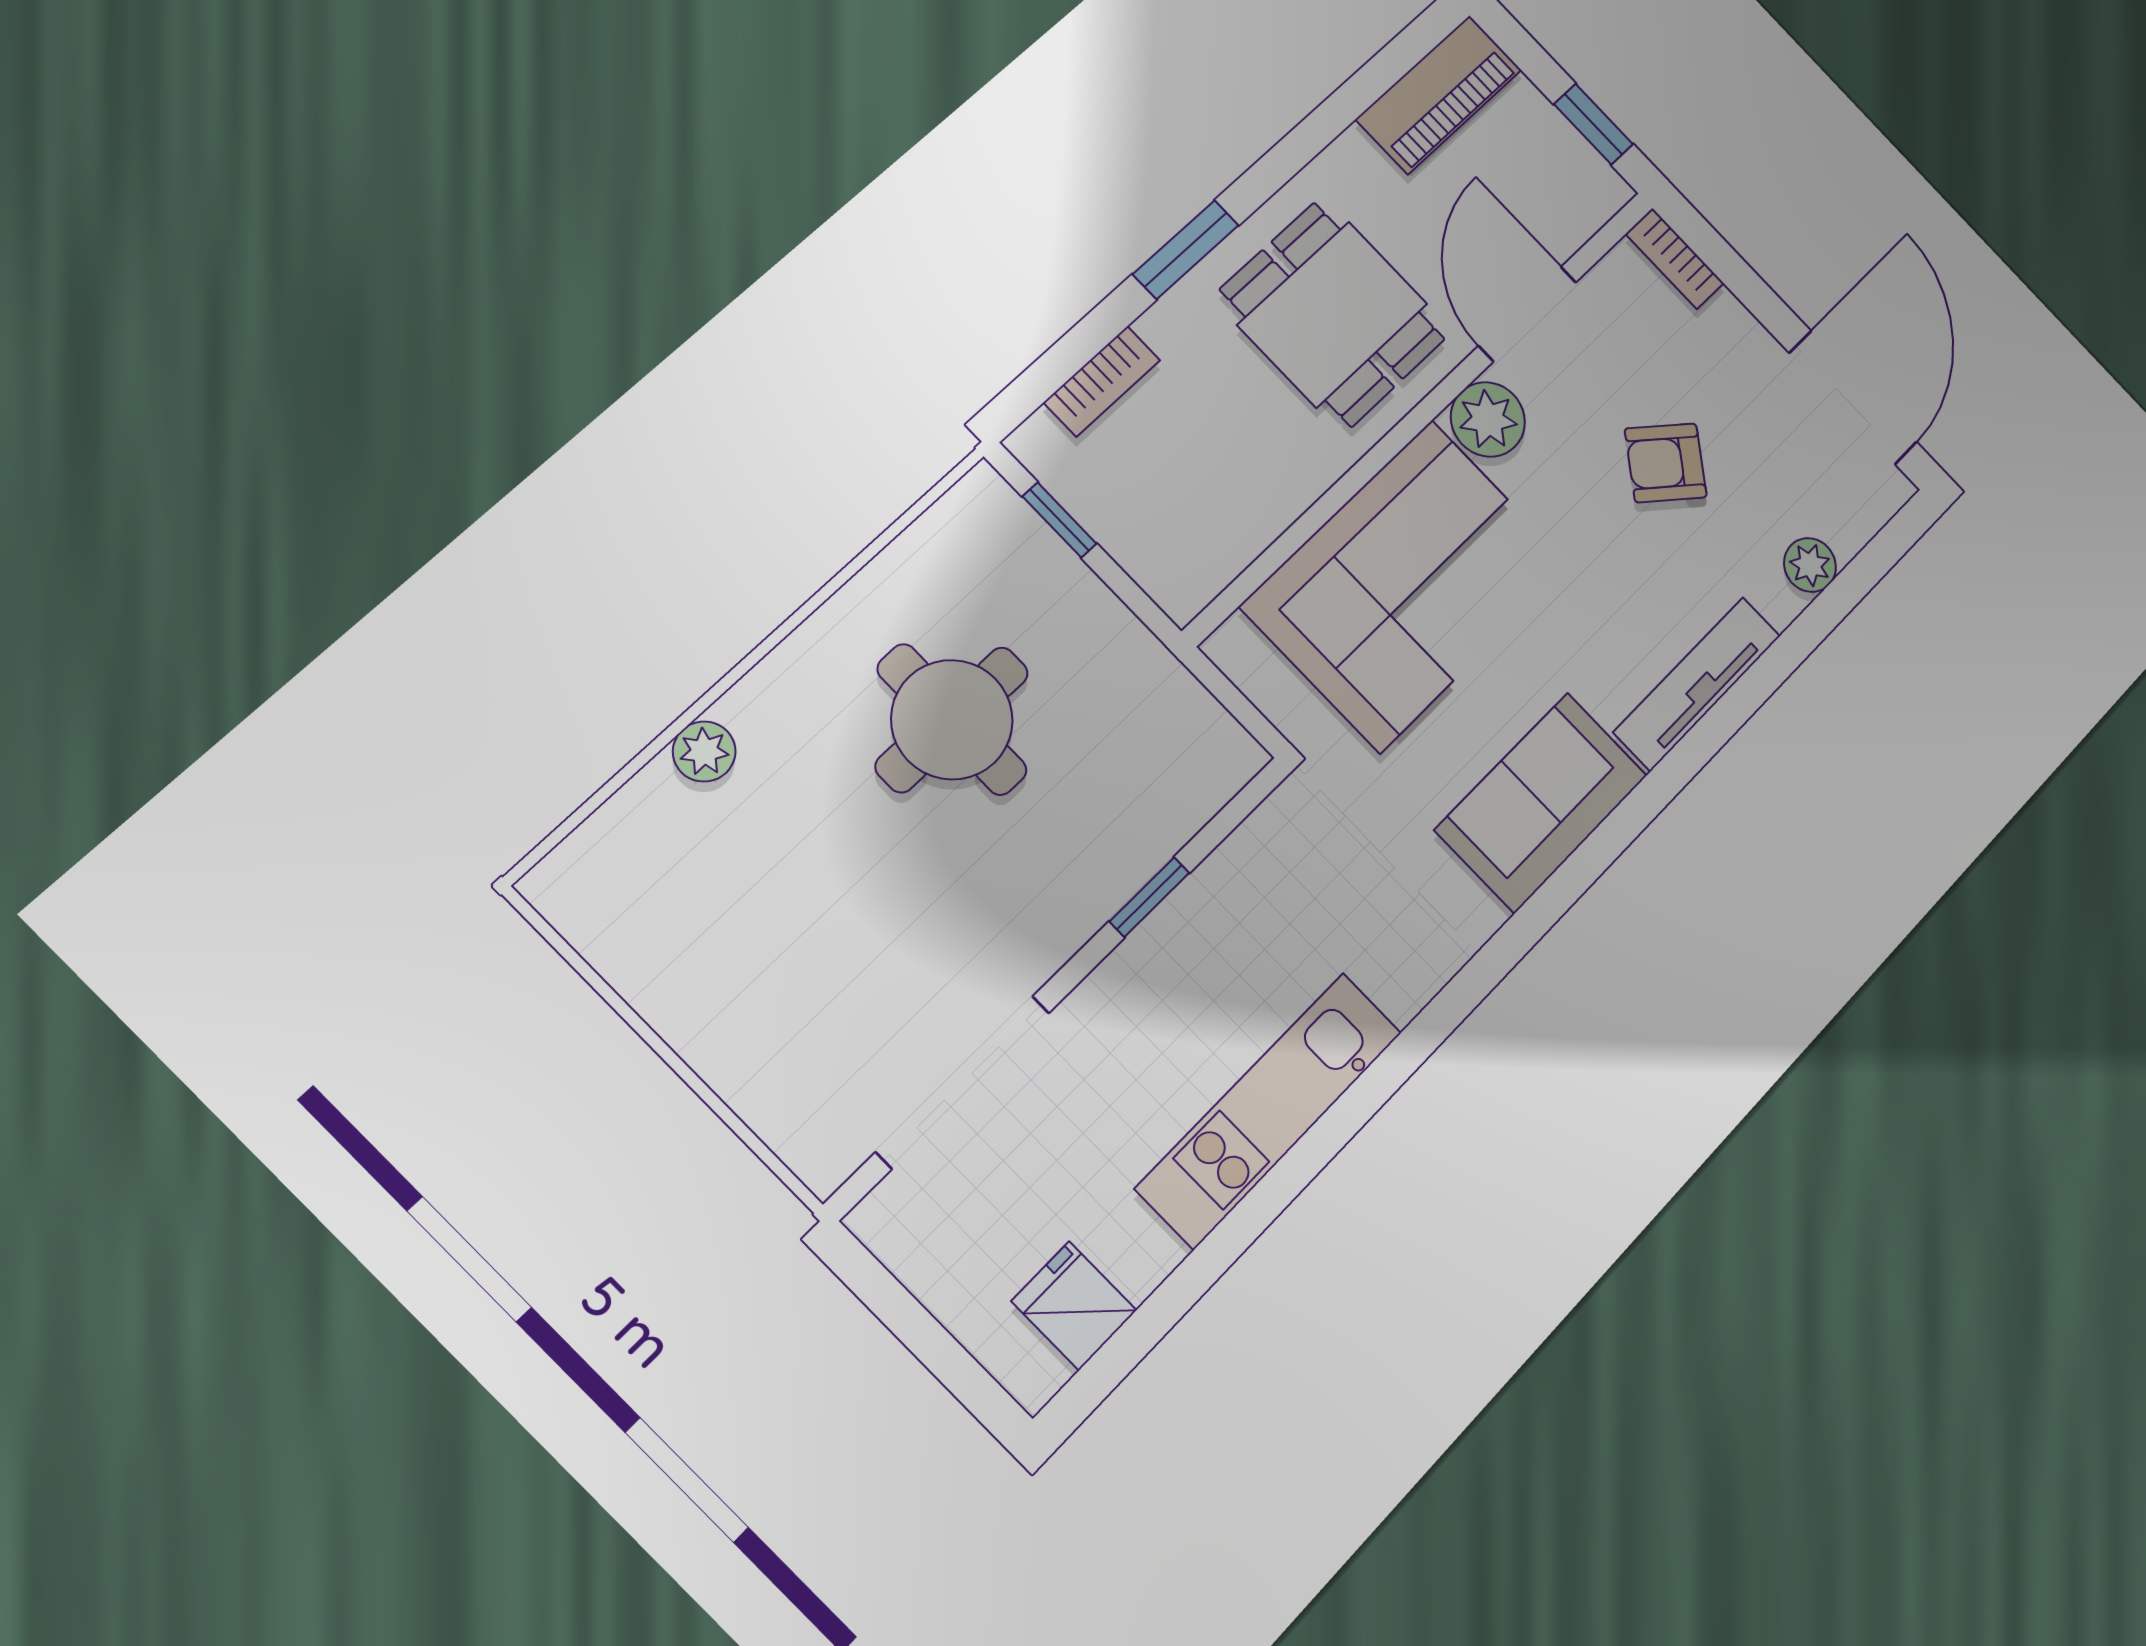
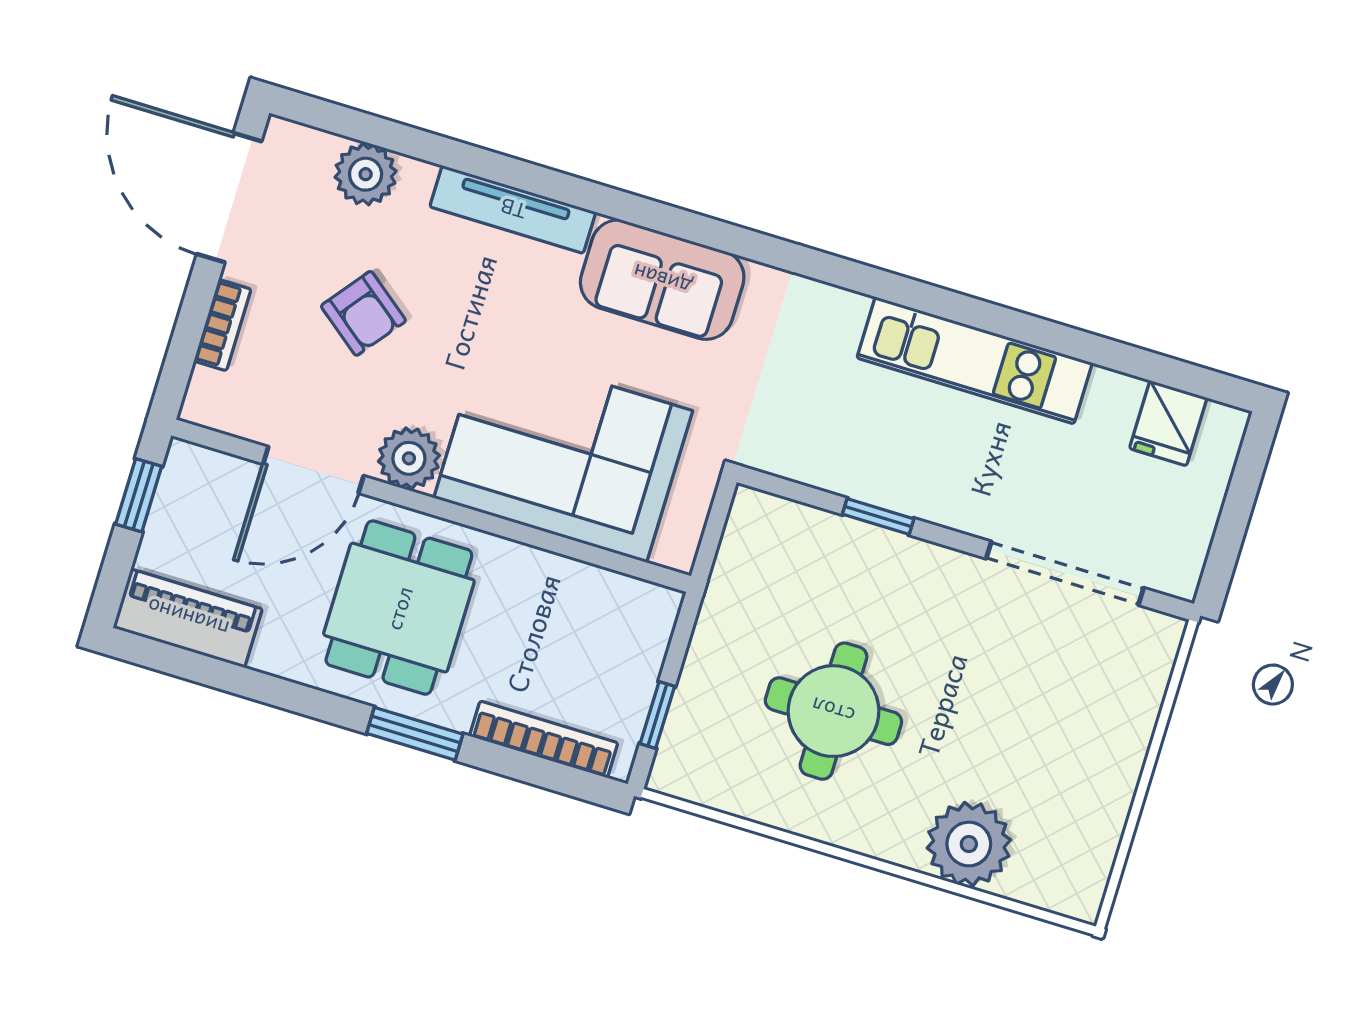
bookcase: (1675, 259) -> (222, 325), moved
bookcase: (1102, 381) -> (544, 739), width x1.56
door: (1853, 398) -> (229, 198), hinge flipped
plant: (1810, 565) -> (366, 174), width x1.38, depth x1.38
plant: (704, 751) -> (969, 844), width x1.88, depth x1.88

